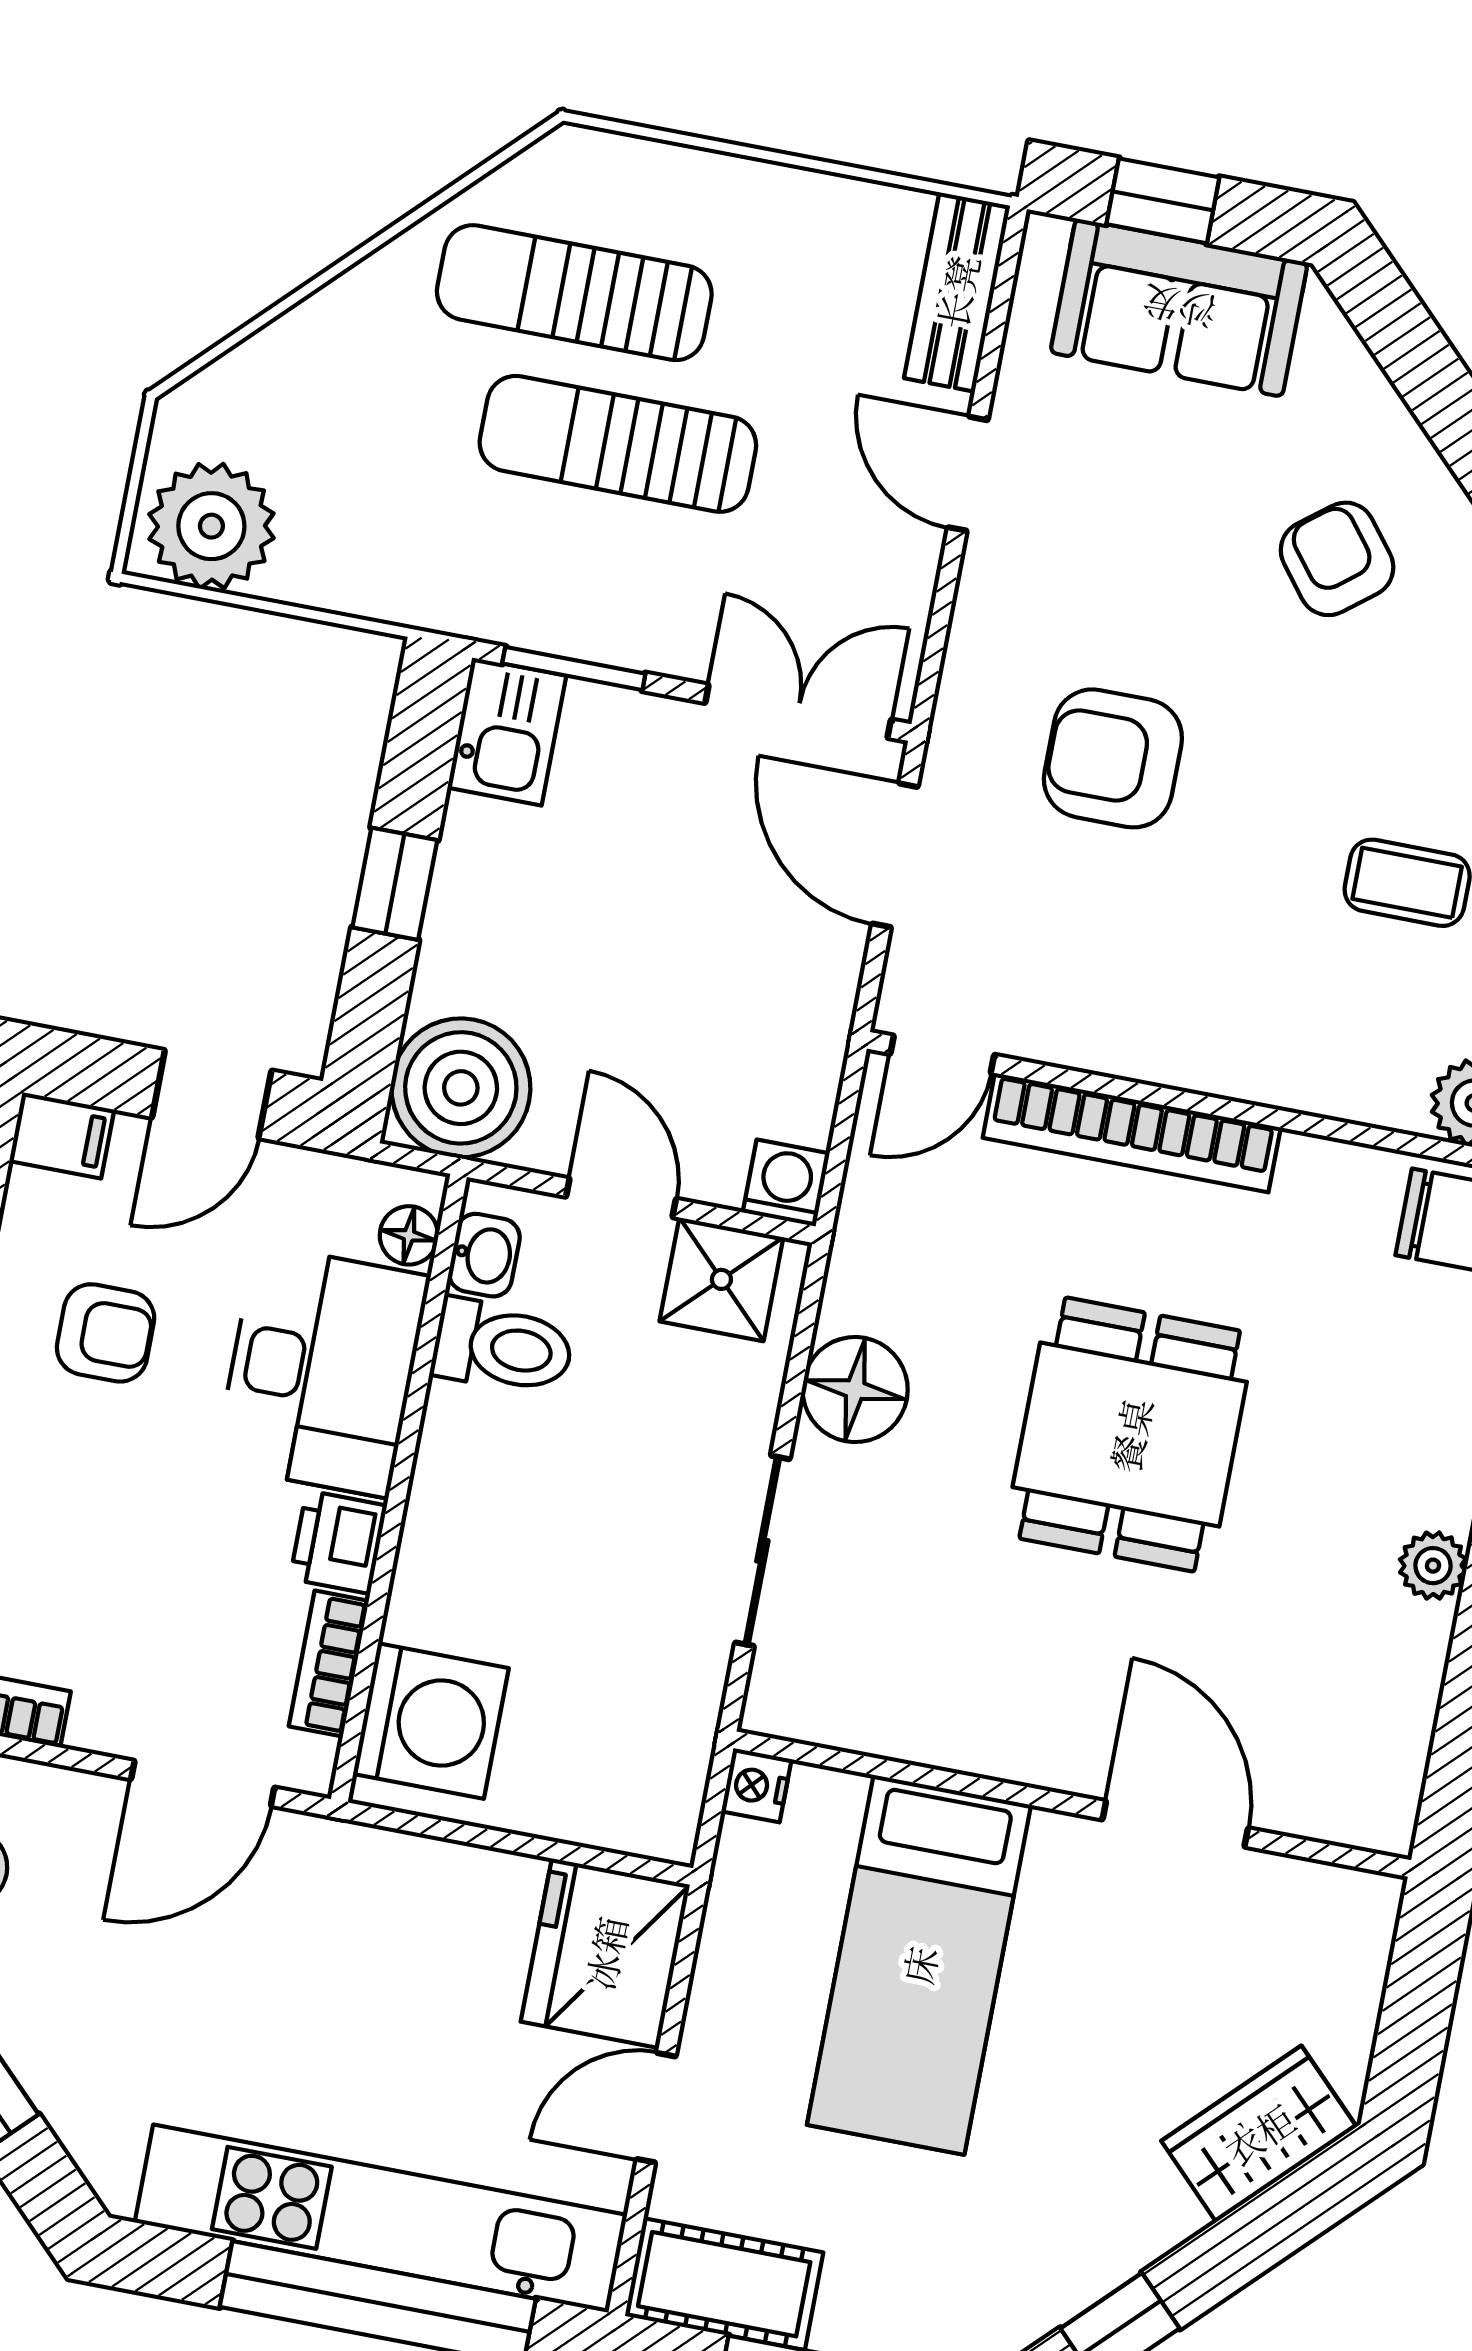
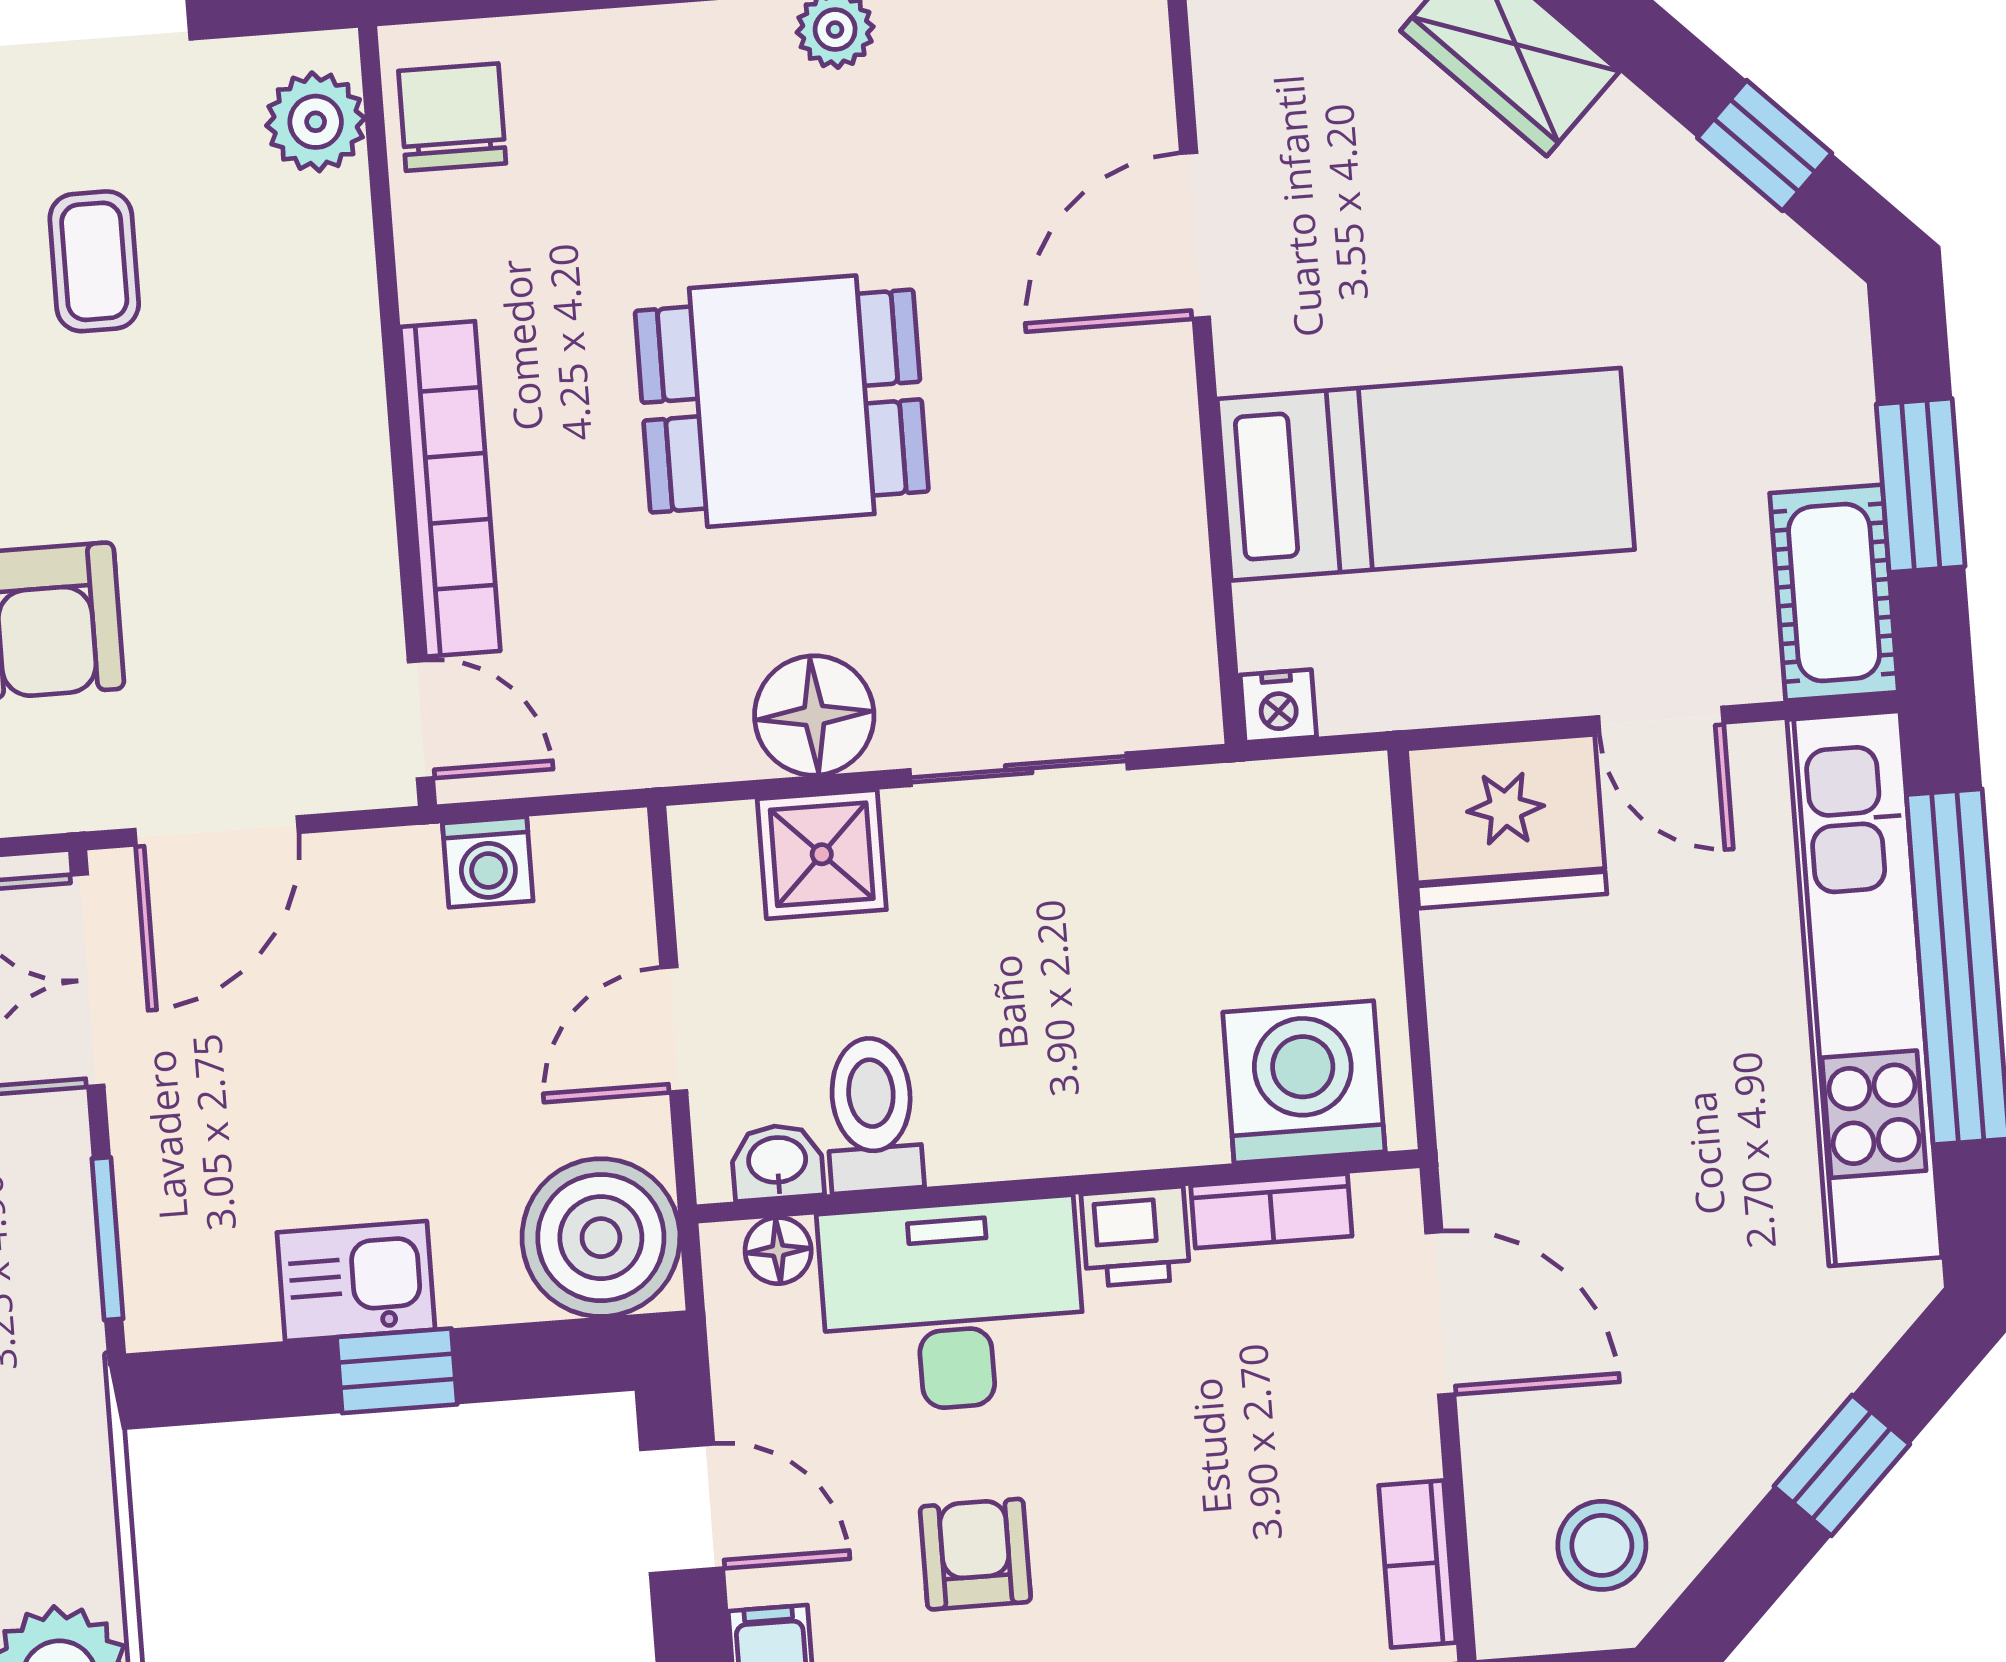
kitchen sink: (507, 732) -> (356, 1281), moved
washing machine: (786, 1183) -> (488, 862), moved, turned -90
shower: (721, 1279) -> (822, 854), moved

